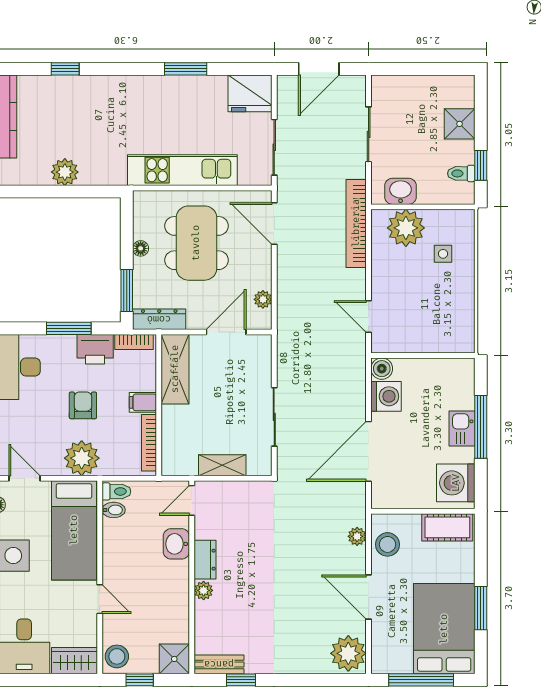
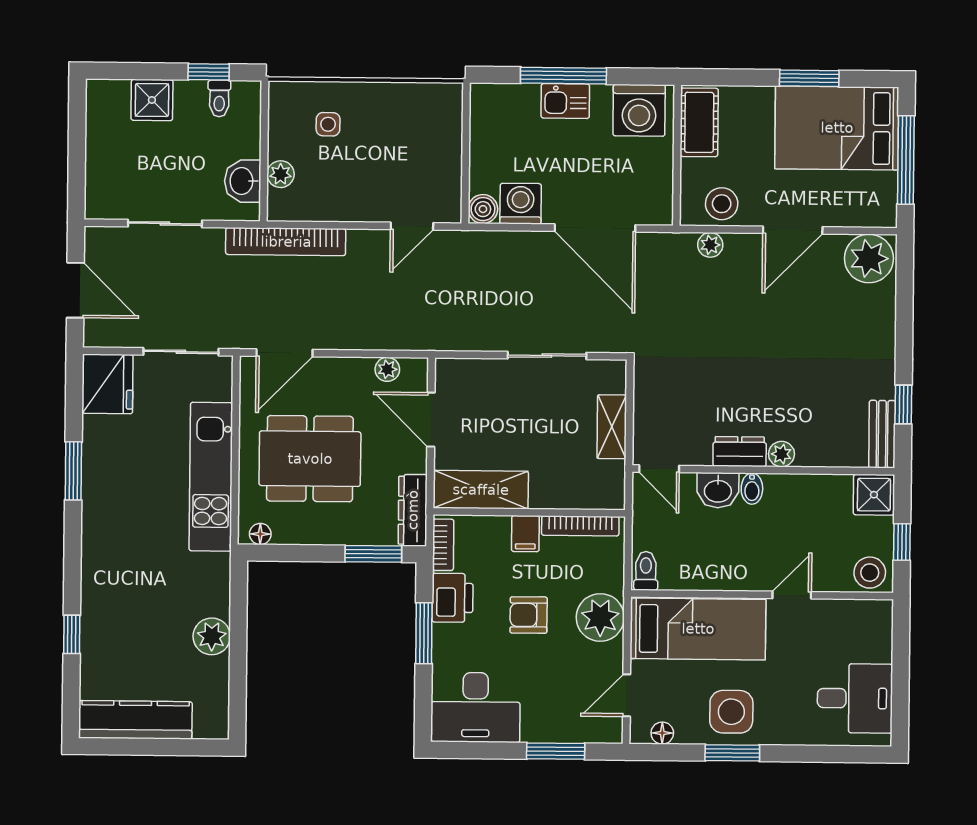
plant: (406, 228) -> (281, 174), width x0.53, depth x0.53
floor lamp: (141, 248) -> (260, 534), moved
bidet: (114, 510) -> (752, 489), moved, turned 180
wardrobe: (74, 661) -> (875, 630), removed

